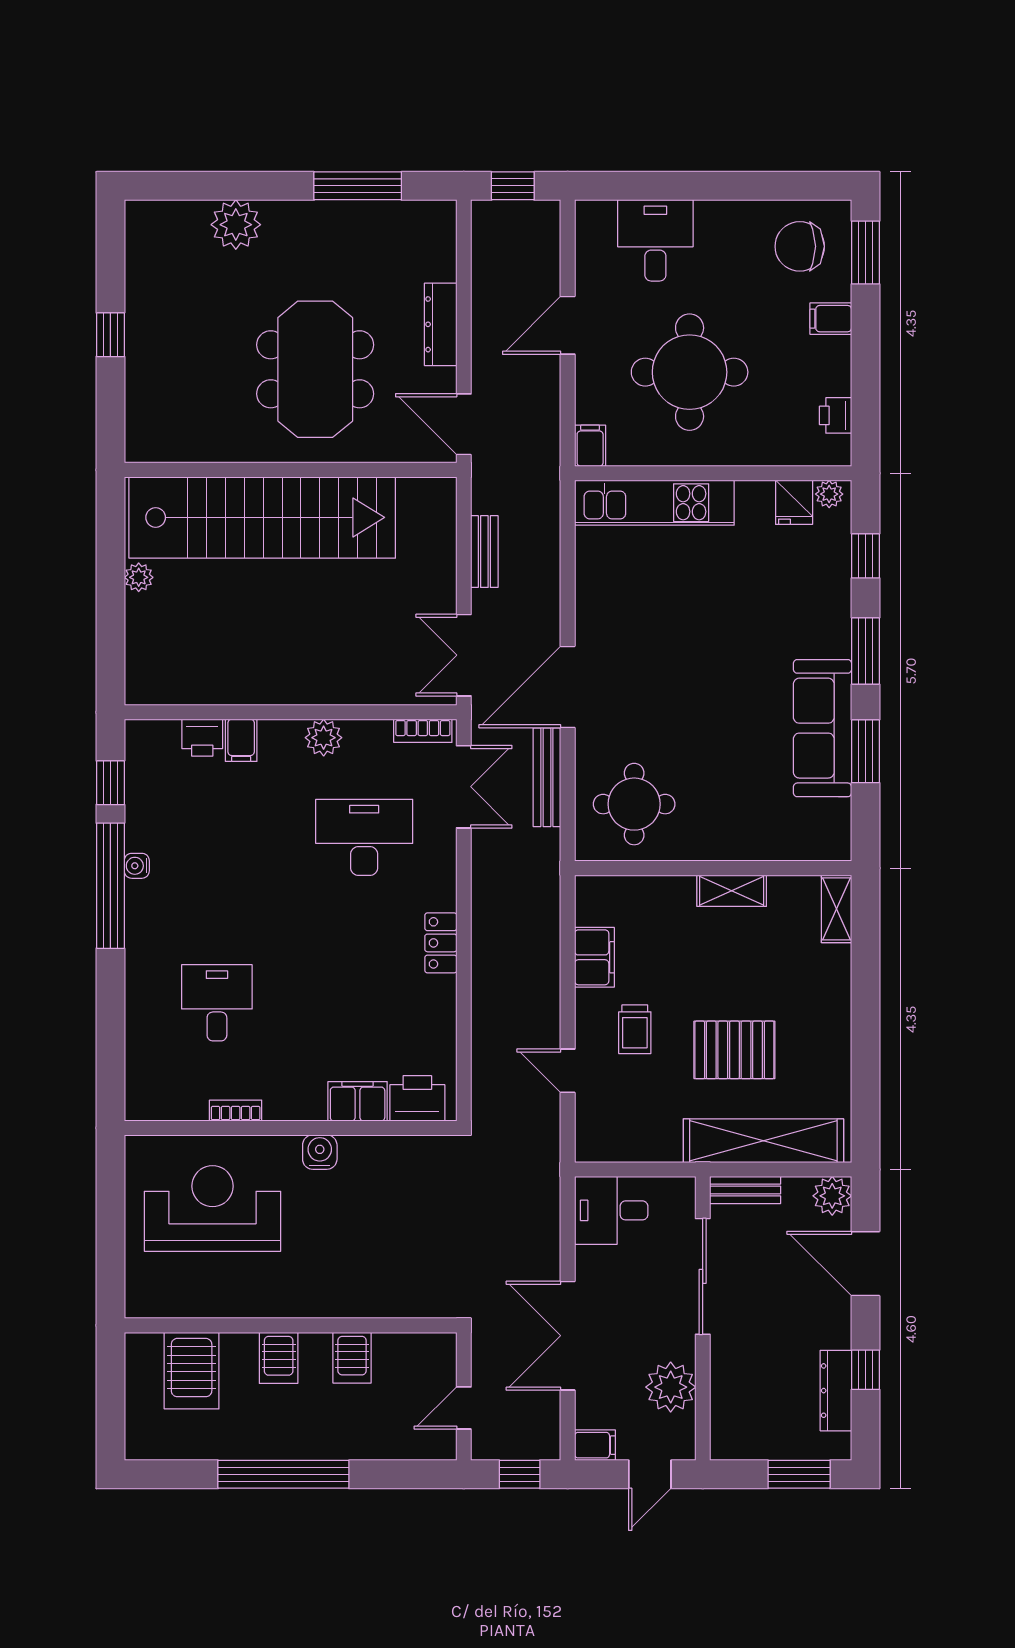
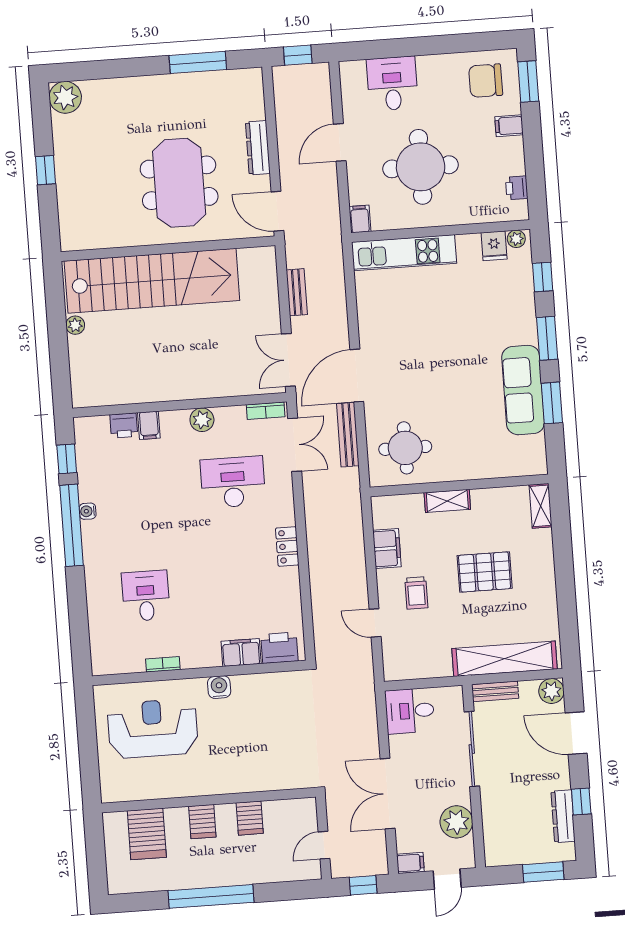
plant: (236, 225) -> (65, 97), moved
shelving: (732, 891) -> (447, 501), moved
pallet: (734, 1050) -> (485, 572), moved

